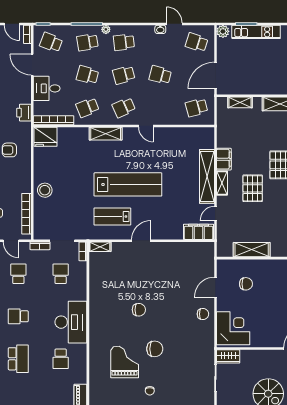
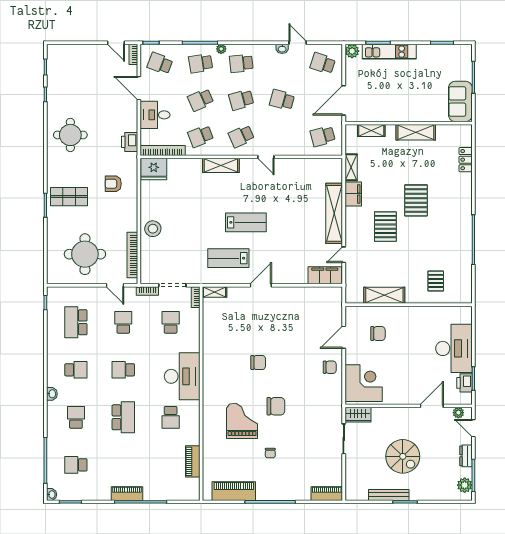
school desk: (87, 75) -> (201, 100), turned -39
shelving: (222, 183) -> (351, 167), moved
lab bench: (128, 184) -> (246, 222), width x0.54, depth x0.72

